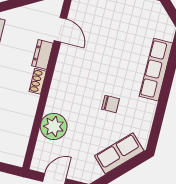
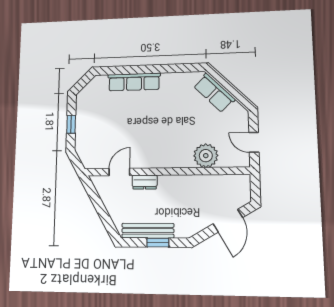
shoe rack: (38, 81) -> (169, 180), removed
chair: (111, 104) -> (173, 112), removed

